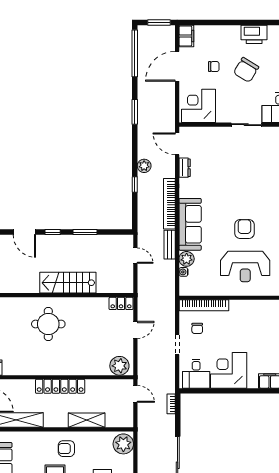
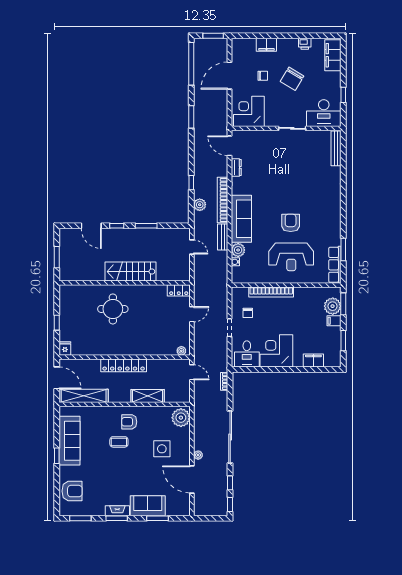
printer: (254, 34) -> (305, 44), width x0.53, depth x0.68
filing cabinet: (186, 36) -> (266, 45), moved, turned 90
plant: (144, 166) -> (200, 205), moved
bookcase: (204, 305) -> (271, 292), moved
plant: (119, 366) -> (181, 351), width x0.53, depth x0.53

